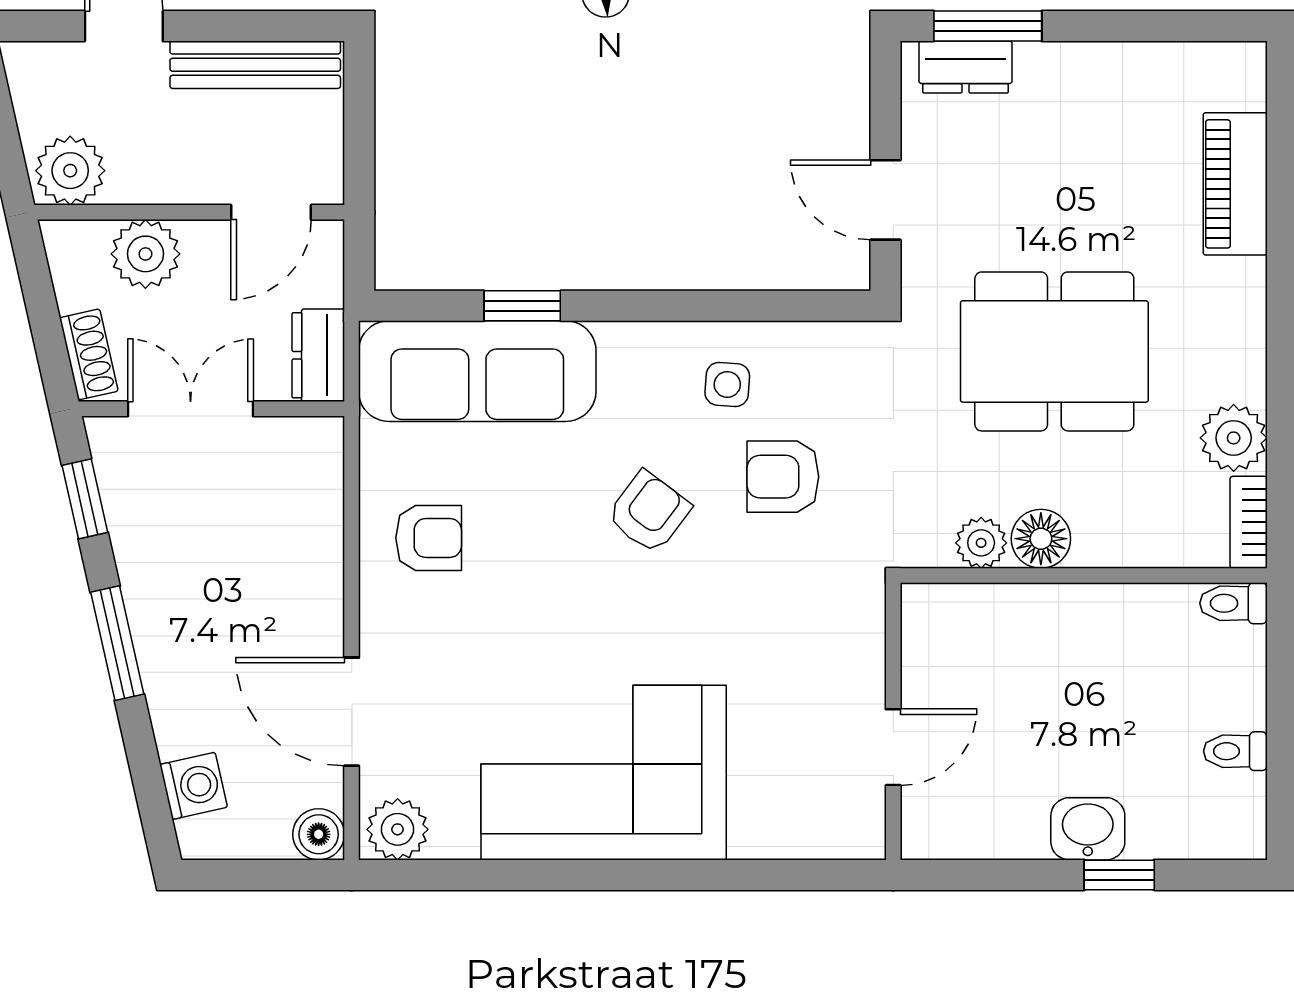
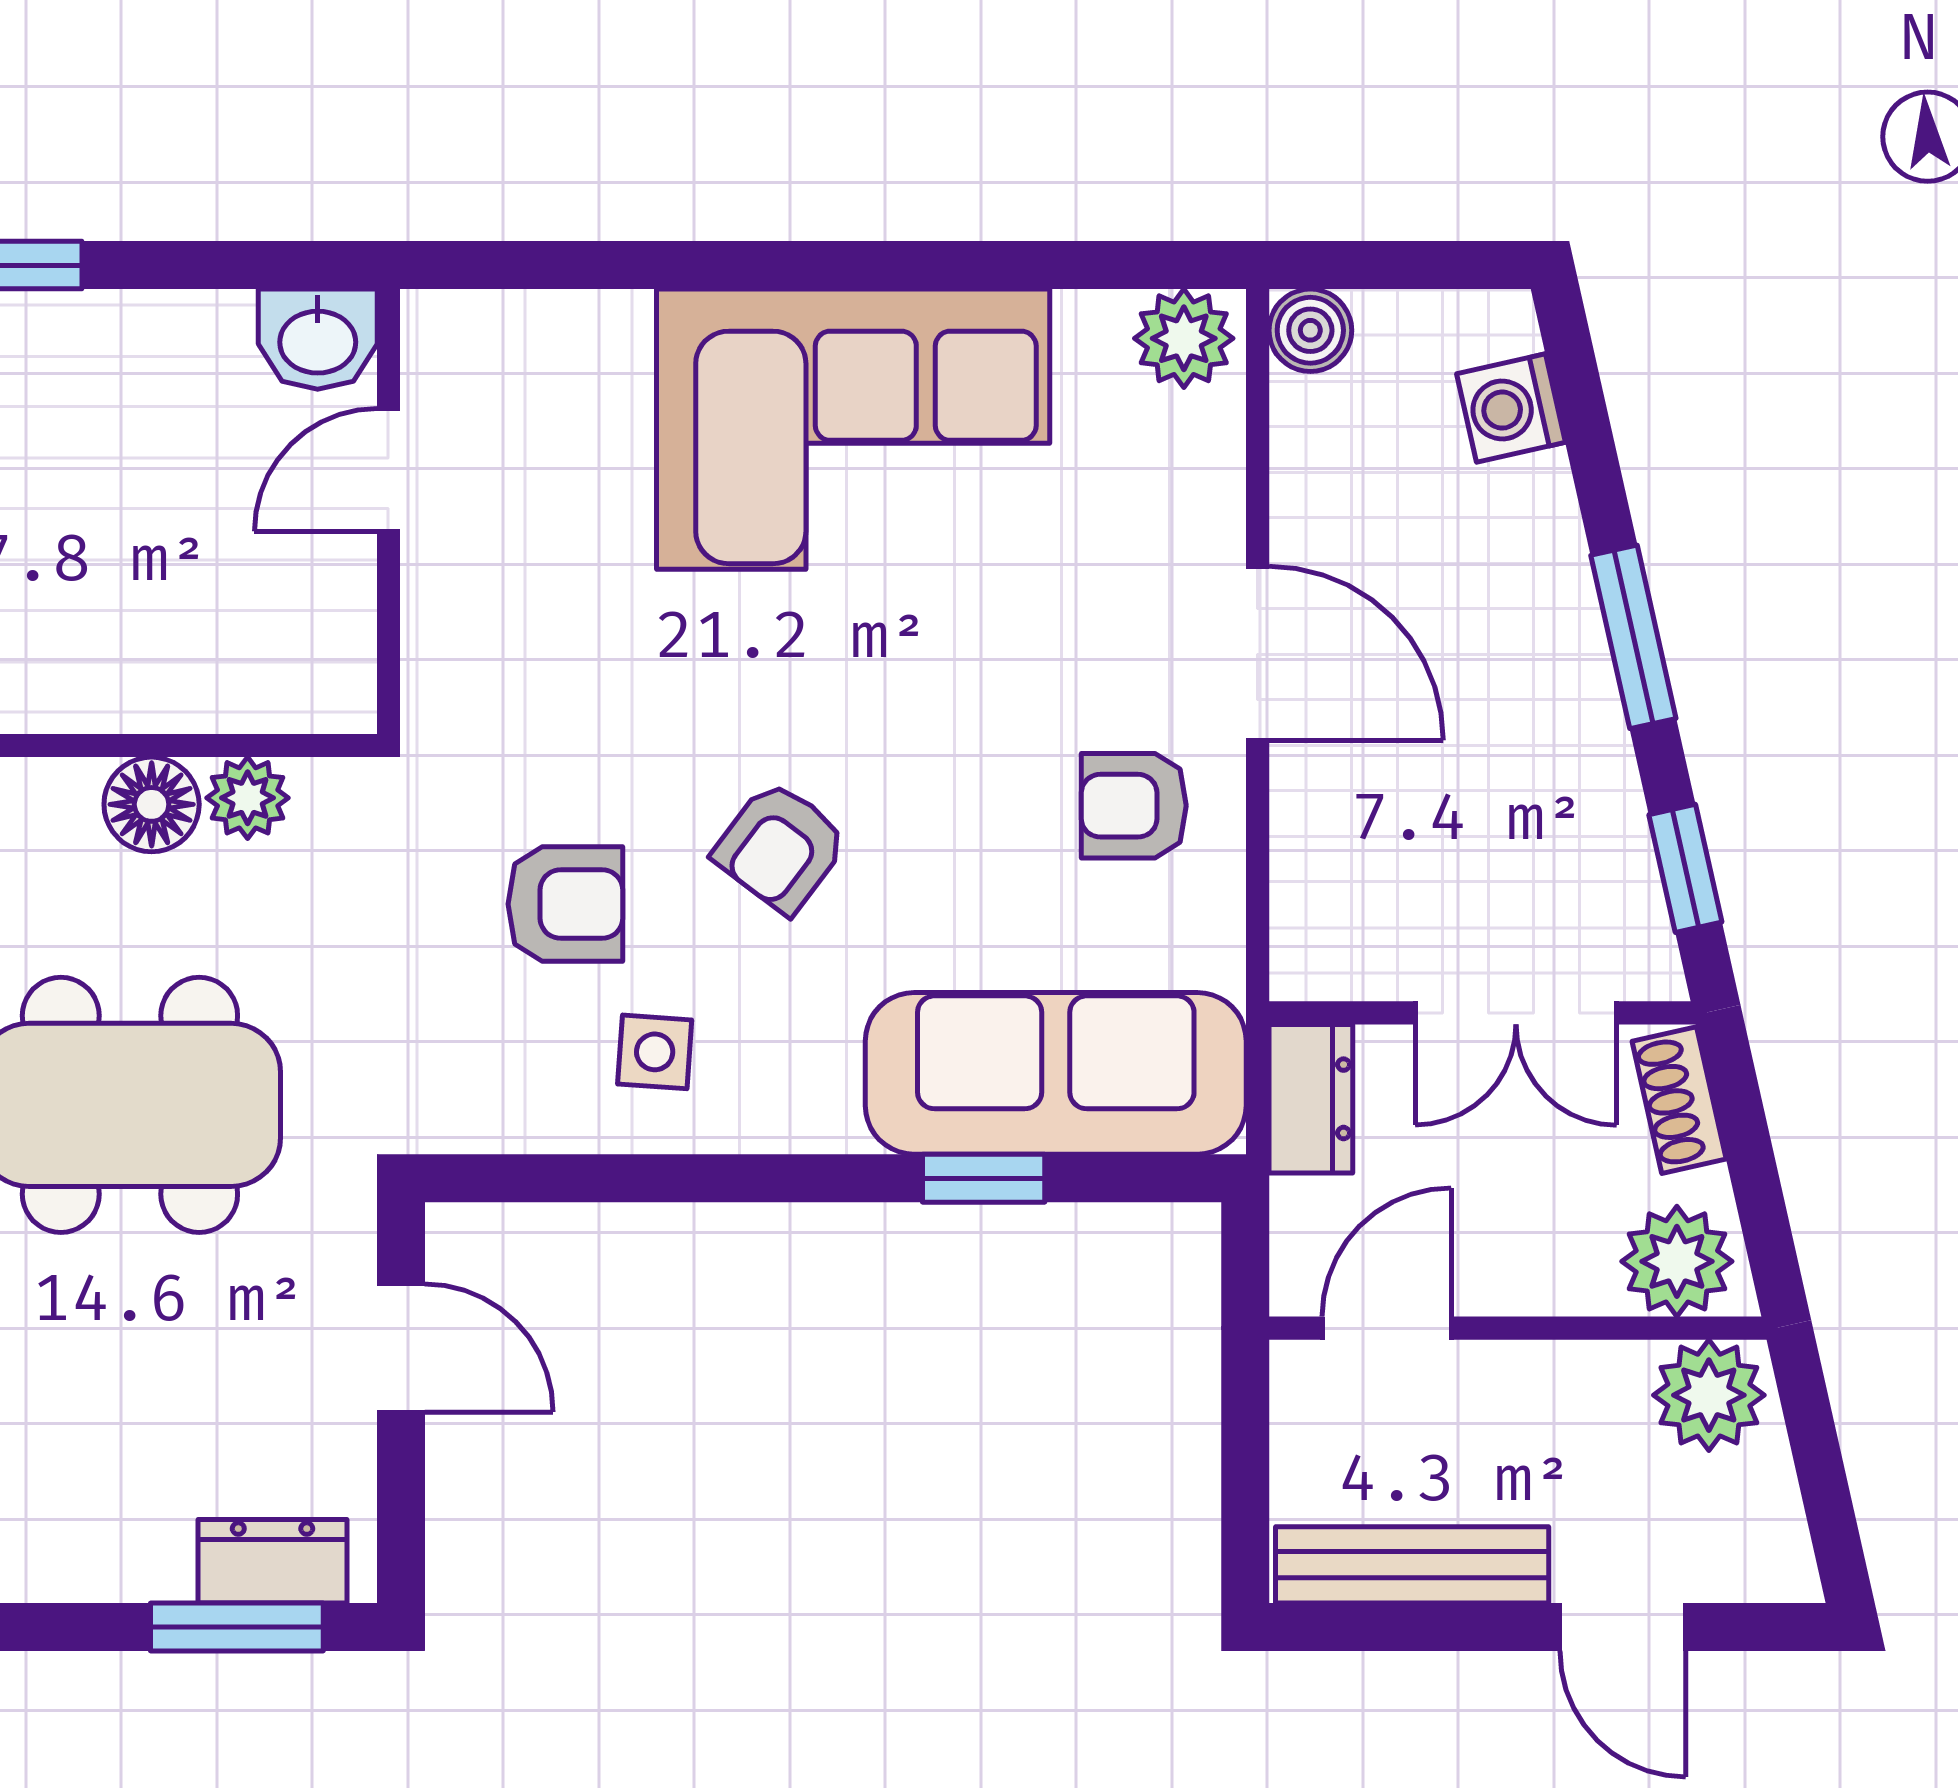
plant: (145, 254) -> (1677, 1261), moved
door: (352, 712) -> (1258, 653), moved
washbasin: (1088, 829) -> (318, 339), moved

